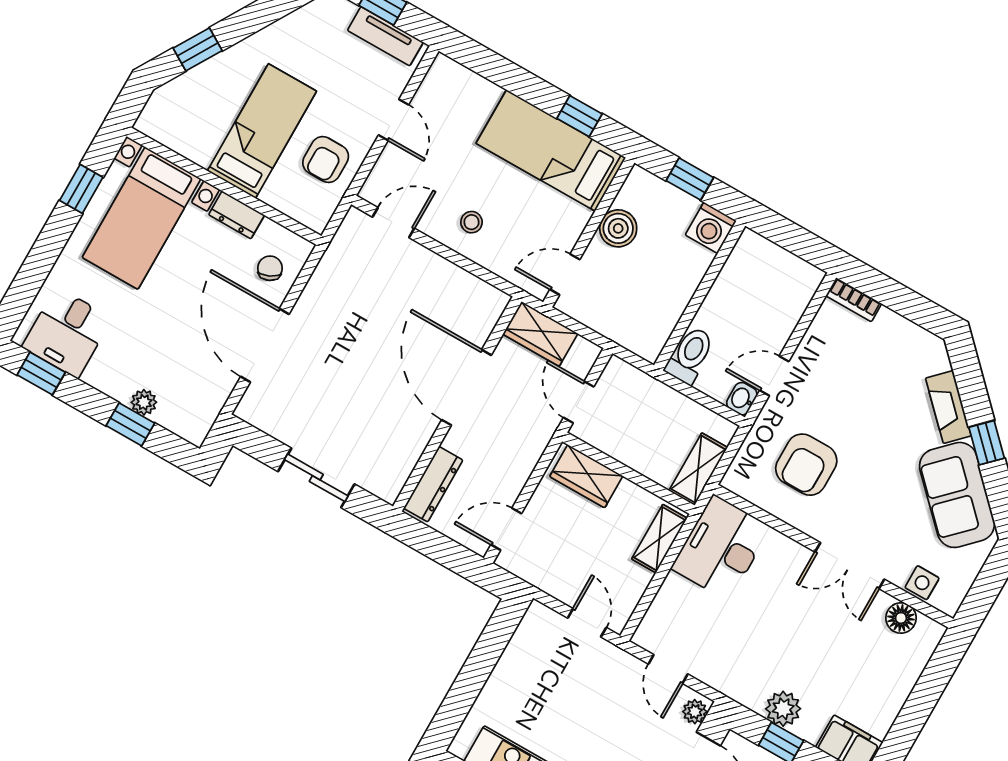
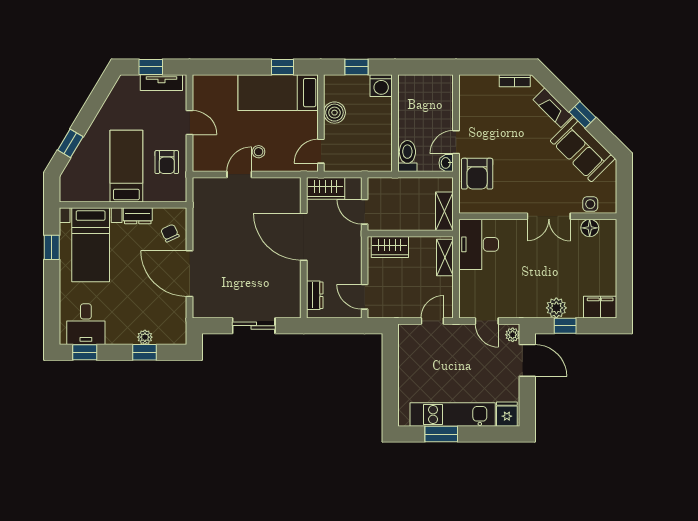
door: (393, 223) -> (239, 174), moved
bookcase: (854, 300) -> (515, 81), moved
armchair: (806, 465) -> (477, 174), moved
dresser: (433, 484) -> (315, 295), width x0.70
door: (506, 529) -> (365, 297), hinge flipped
door: (587, 623) -> (432, 321), hinge flipped

